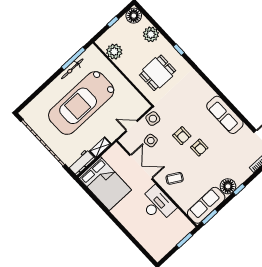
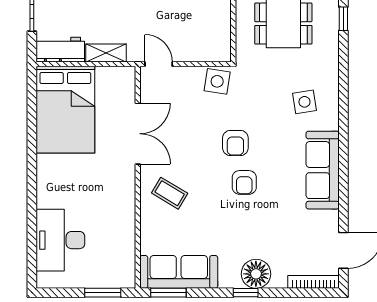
door: (132, 126) -> (159, 64), moved
side table: (151, 141) -> (305, 102), moved
floor lamp: (228, 186) -> (256, 274), moved
desk: (157, 204) -> (60, 240), moved, turned 180

